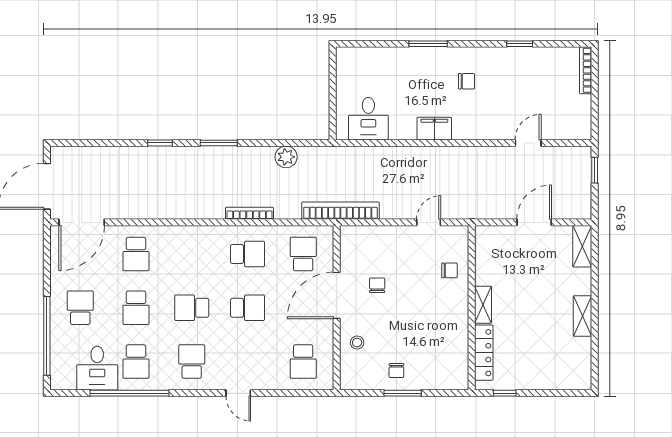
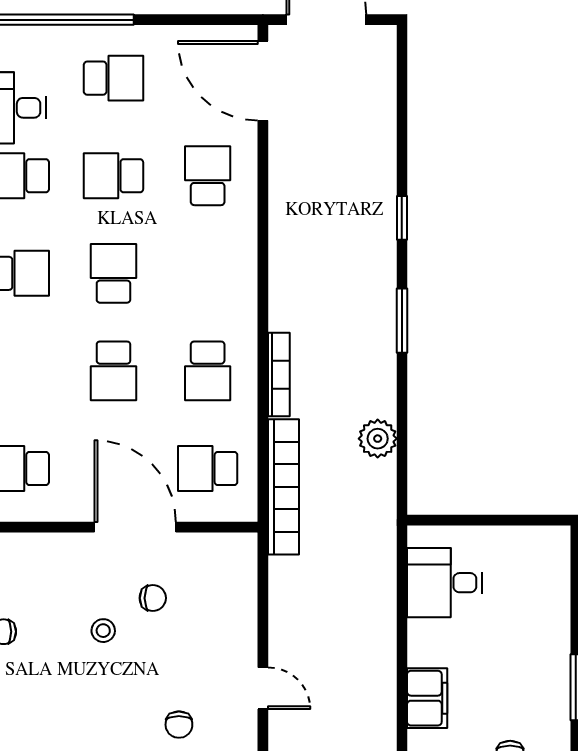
bookcase: (340, 211) -> (284, 487), moved
school desk: (136, 254) -> (208, 176), turned 90
school desk: (303, 254) -> (208, 468), turned 180
stool: (357, 343) -> (103, 631), moved

